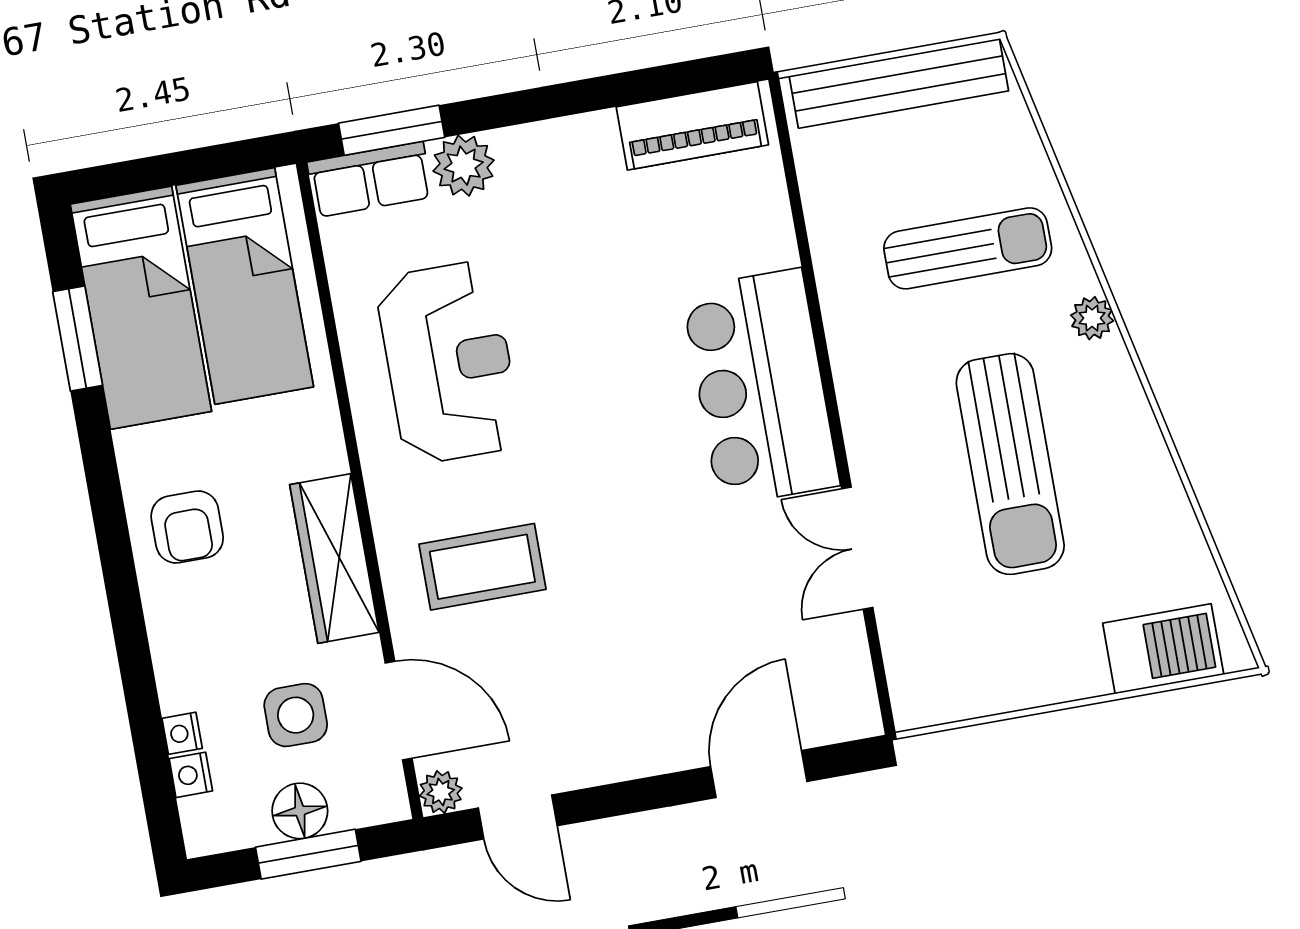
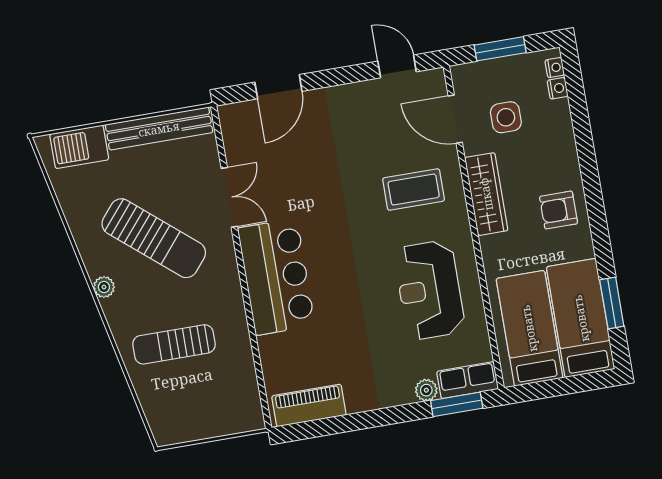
bench: (899, 83) -> (159, 129), moved
plant: (464, 166) -> (426, 390), width x0.73, depth x0.73
plant: (1092, 318) -> (104, 287), moved
sun lounger: (1010, 464) -> (154, 238), turned 130
armchair: (187, 527) -> (559, 210), turned -90
nightstand: (182, 733) -> (555, 68), moved
plant: (441, 792) -> (435, 79), removed
floor lamp: (300, 811) -> (504, 70), removed

